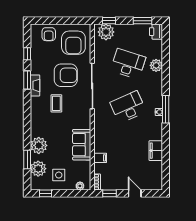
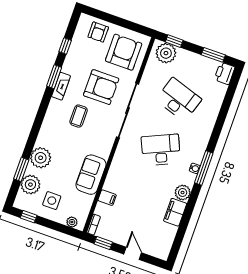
armchair: (73, 43) -> (124, 52), turned 180
plant: (156, 65) -> (183, 192), moved

